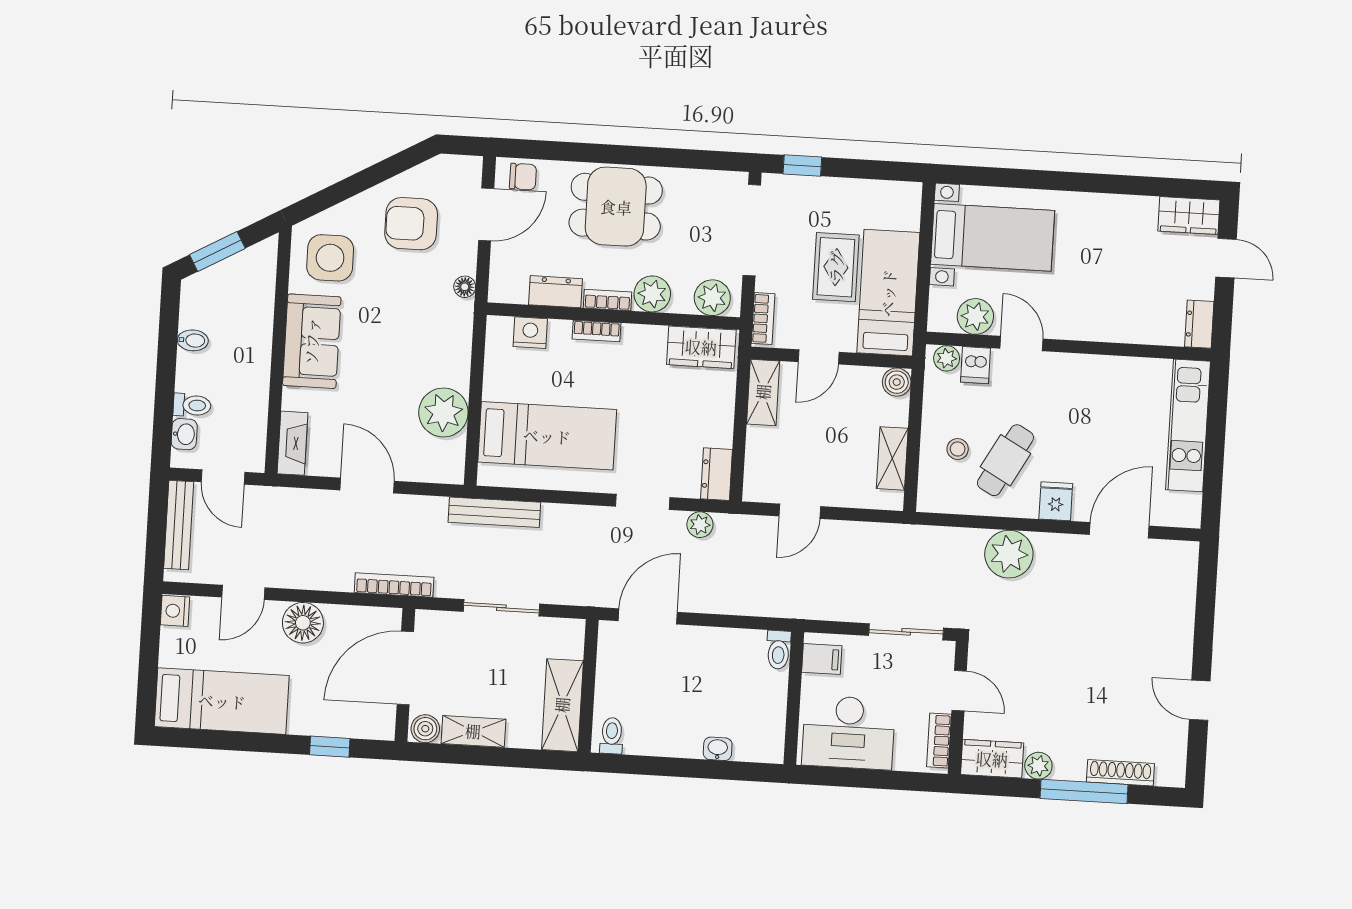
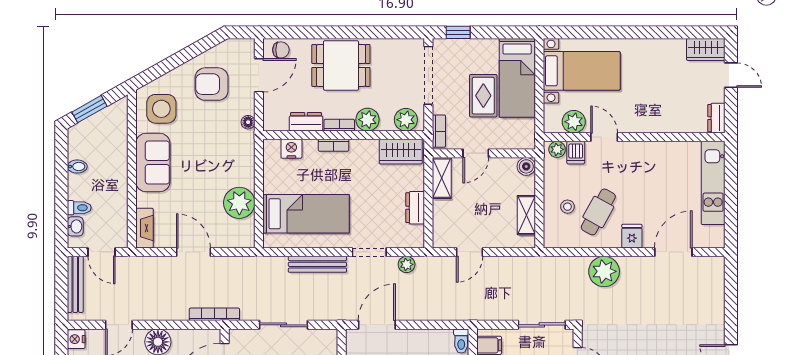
bed: (888, 293) -> (517, 78), moved, turned 180
dresser: (716, 474) -> (415, 208), moved
bench: (494, 512) -> (317, 264), moved

